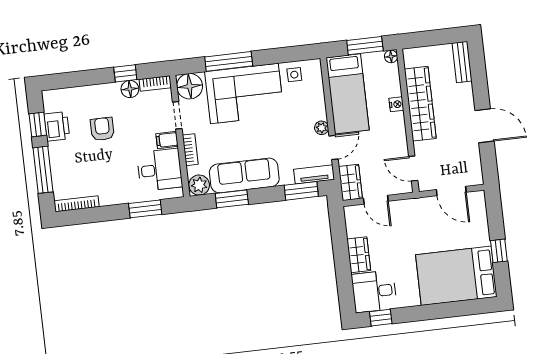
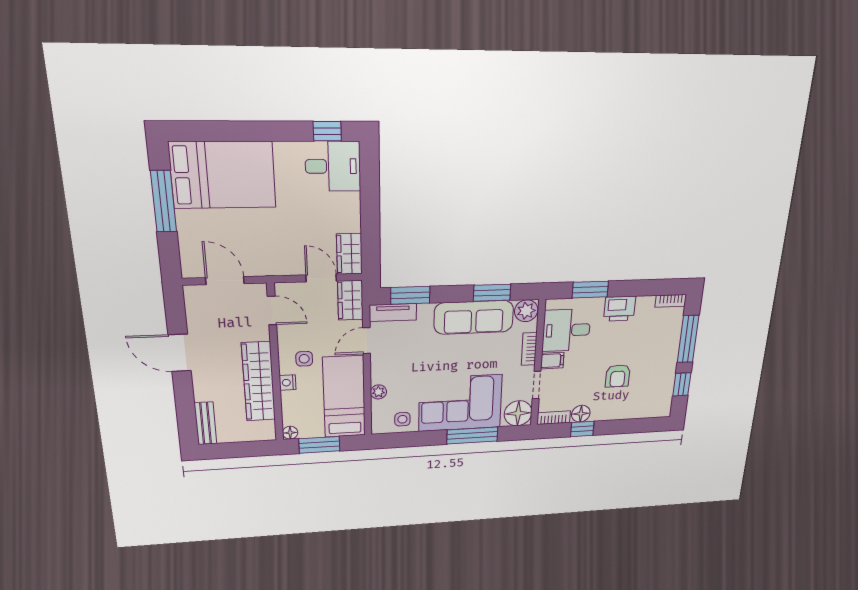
printer: (57, 126) -> (620, 309), moved, turned -90
side table: (384, 127) -> (304, 359), added
plant: (322, 128) -> (378, 392), moved
bookcase: (77, 204) -> (671, 301), width x0.64
window: (499, 251) -> (164, 201), width x2.17
wardrobe: (359, 255) -> (349, 254), moved

